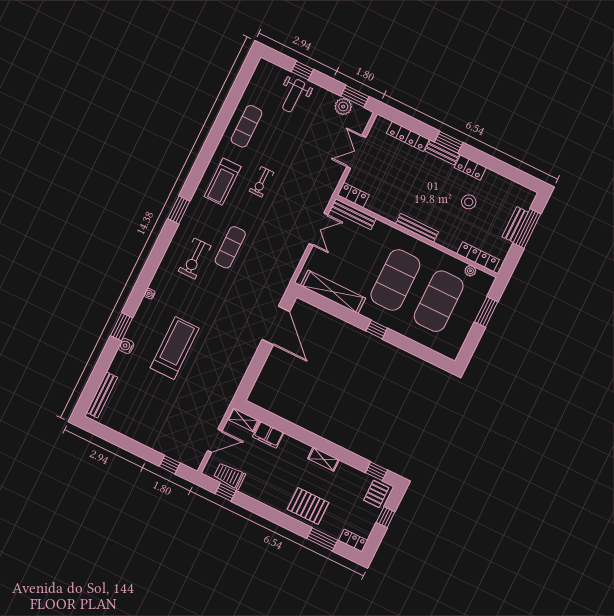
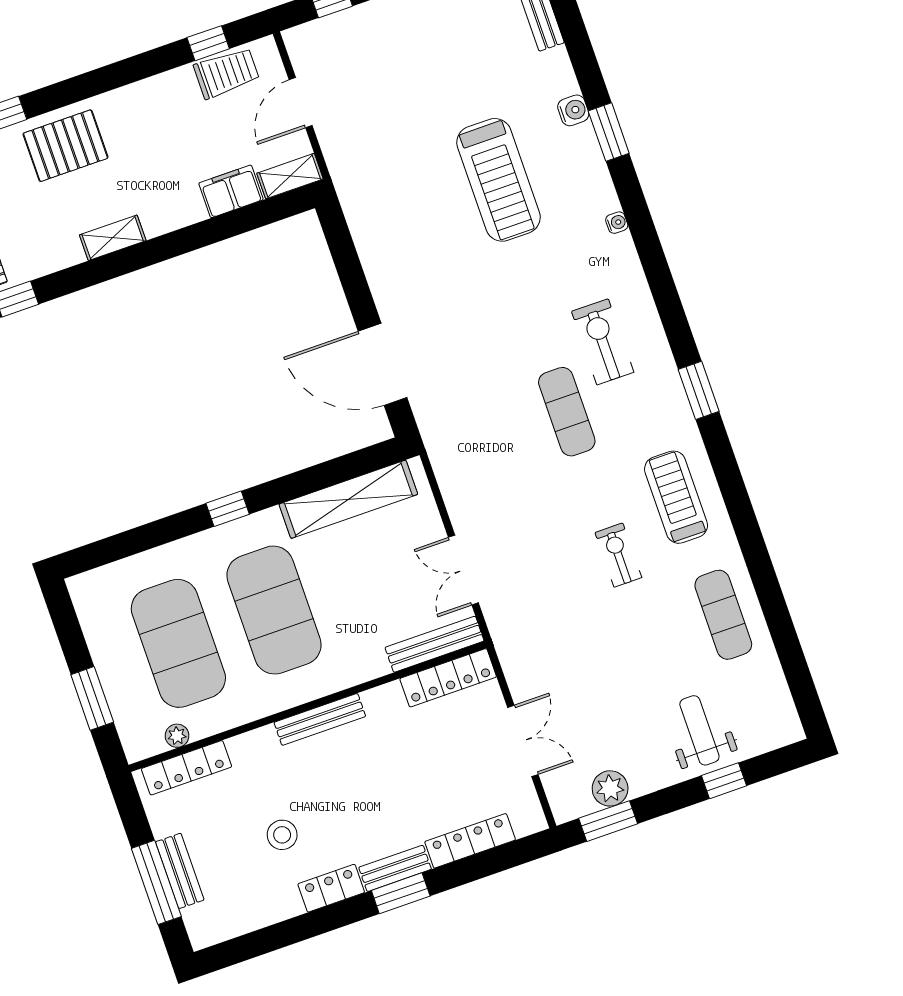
locker: (353, 195) -> (448, 678), width x1.53

